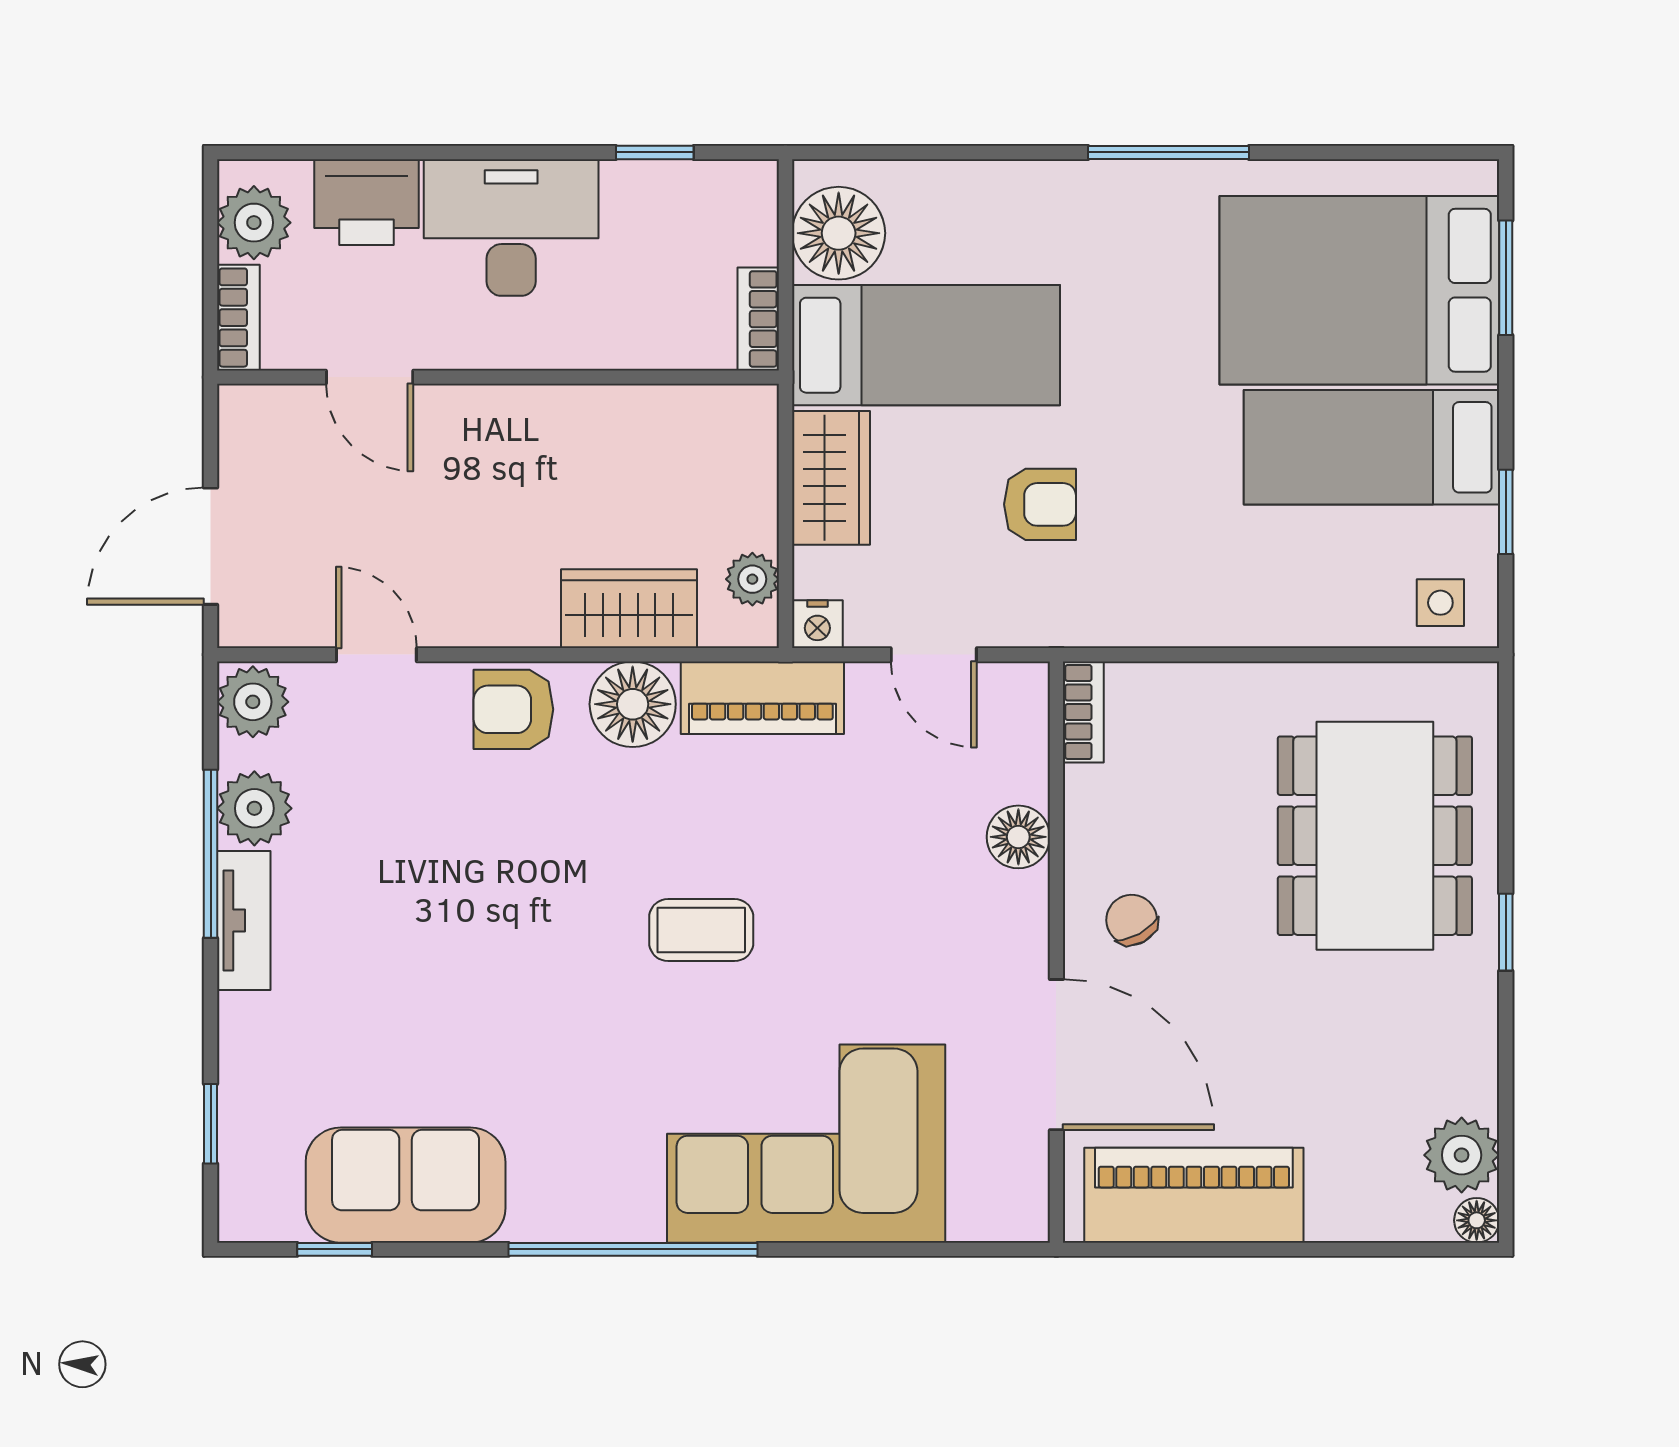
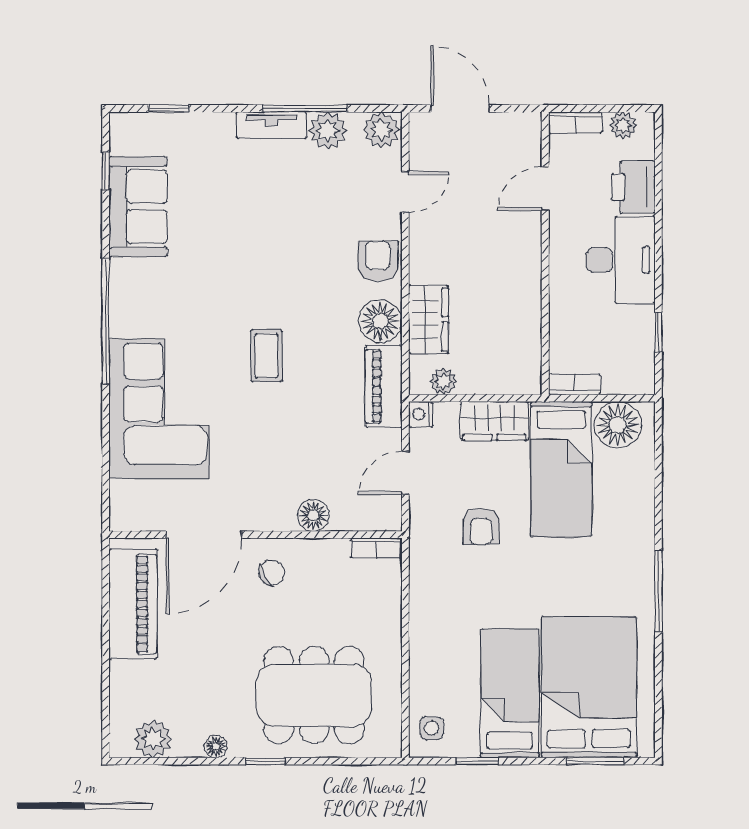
plant: (254, 223) -> (623, 125), width x0.73, depth x0.73
floor lamp: (1477, 1220) -> (216, 746), moved

